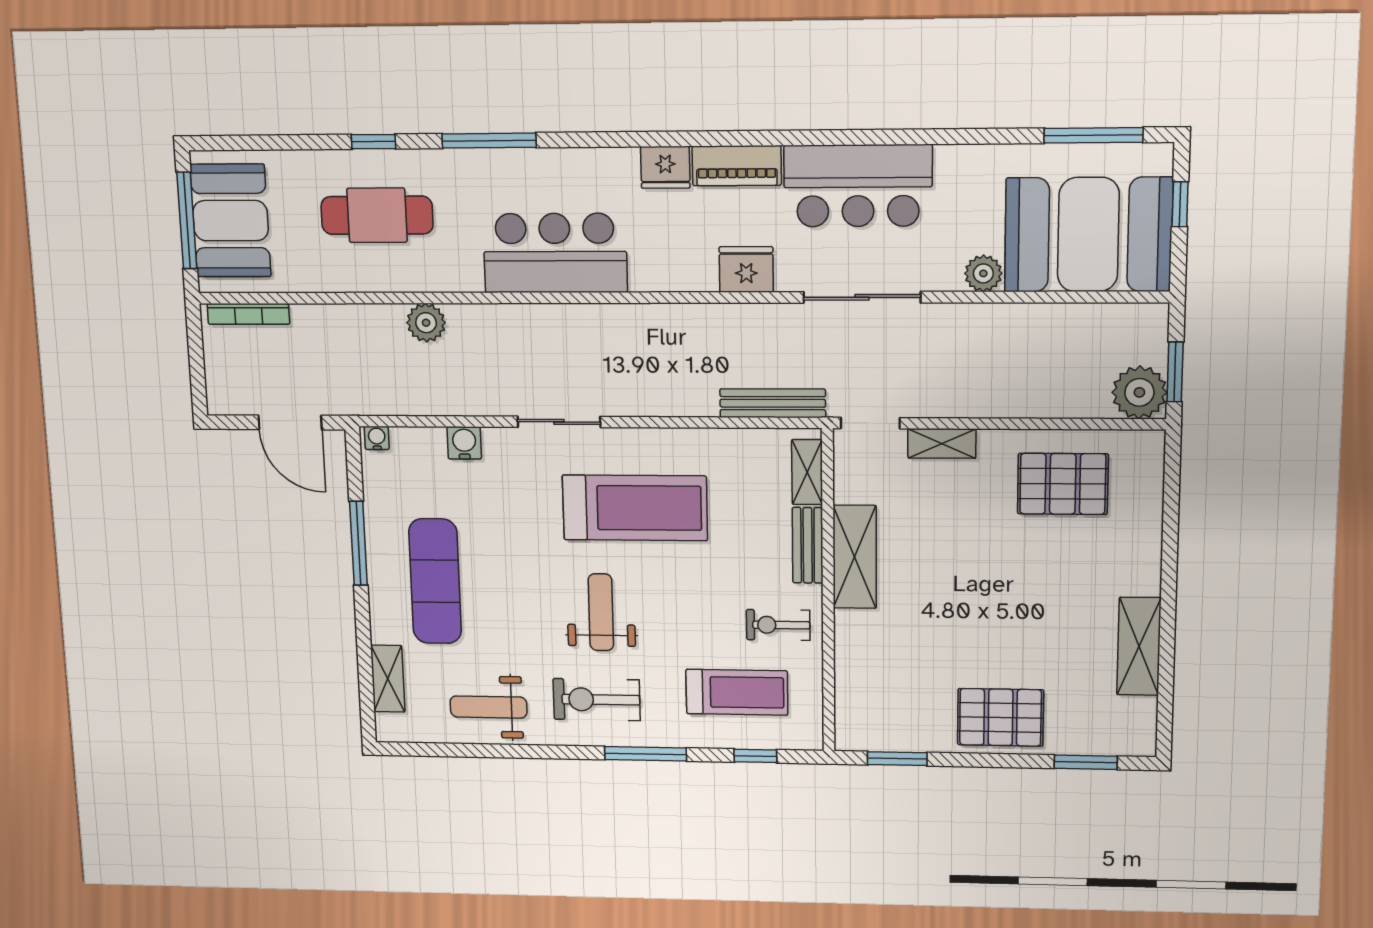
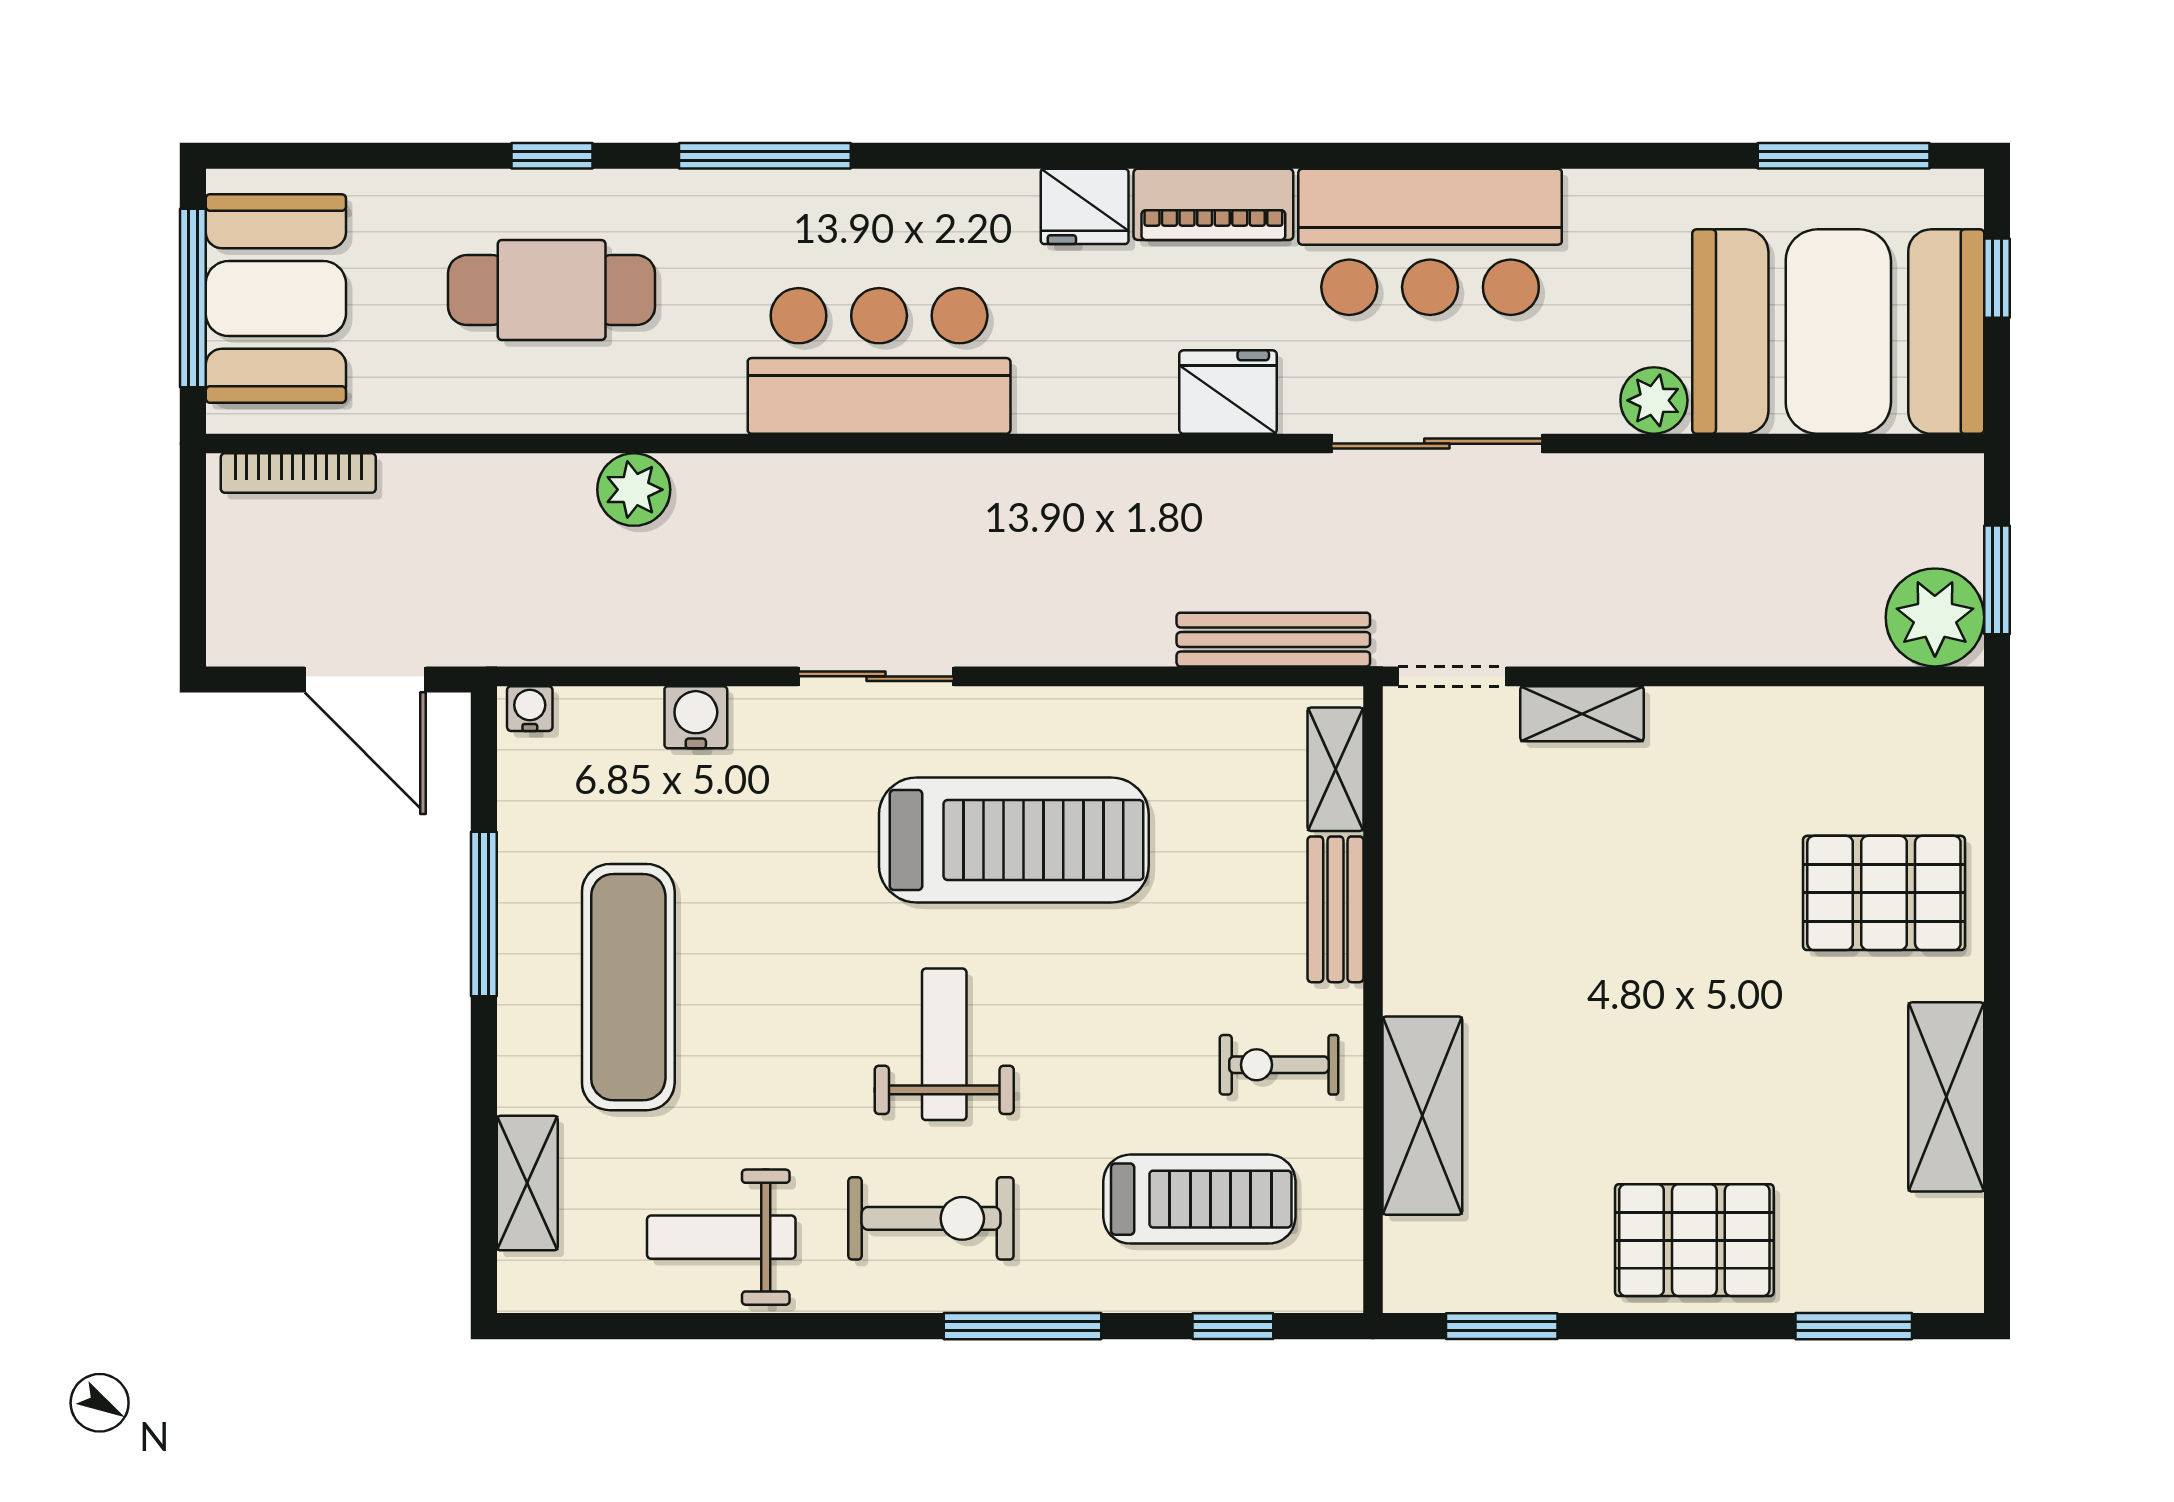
pallet: (1063, 484) -> (1884, 893), moved
shelving: (855, 557) -> (1422, 1116), moved
exercise bike: (597, 700) -> (931, 1218), turned 180

